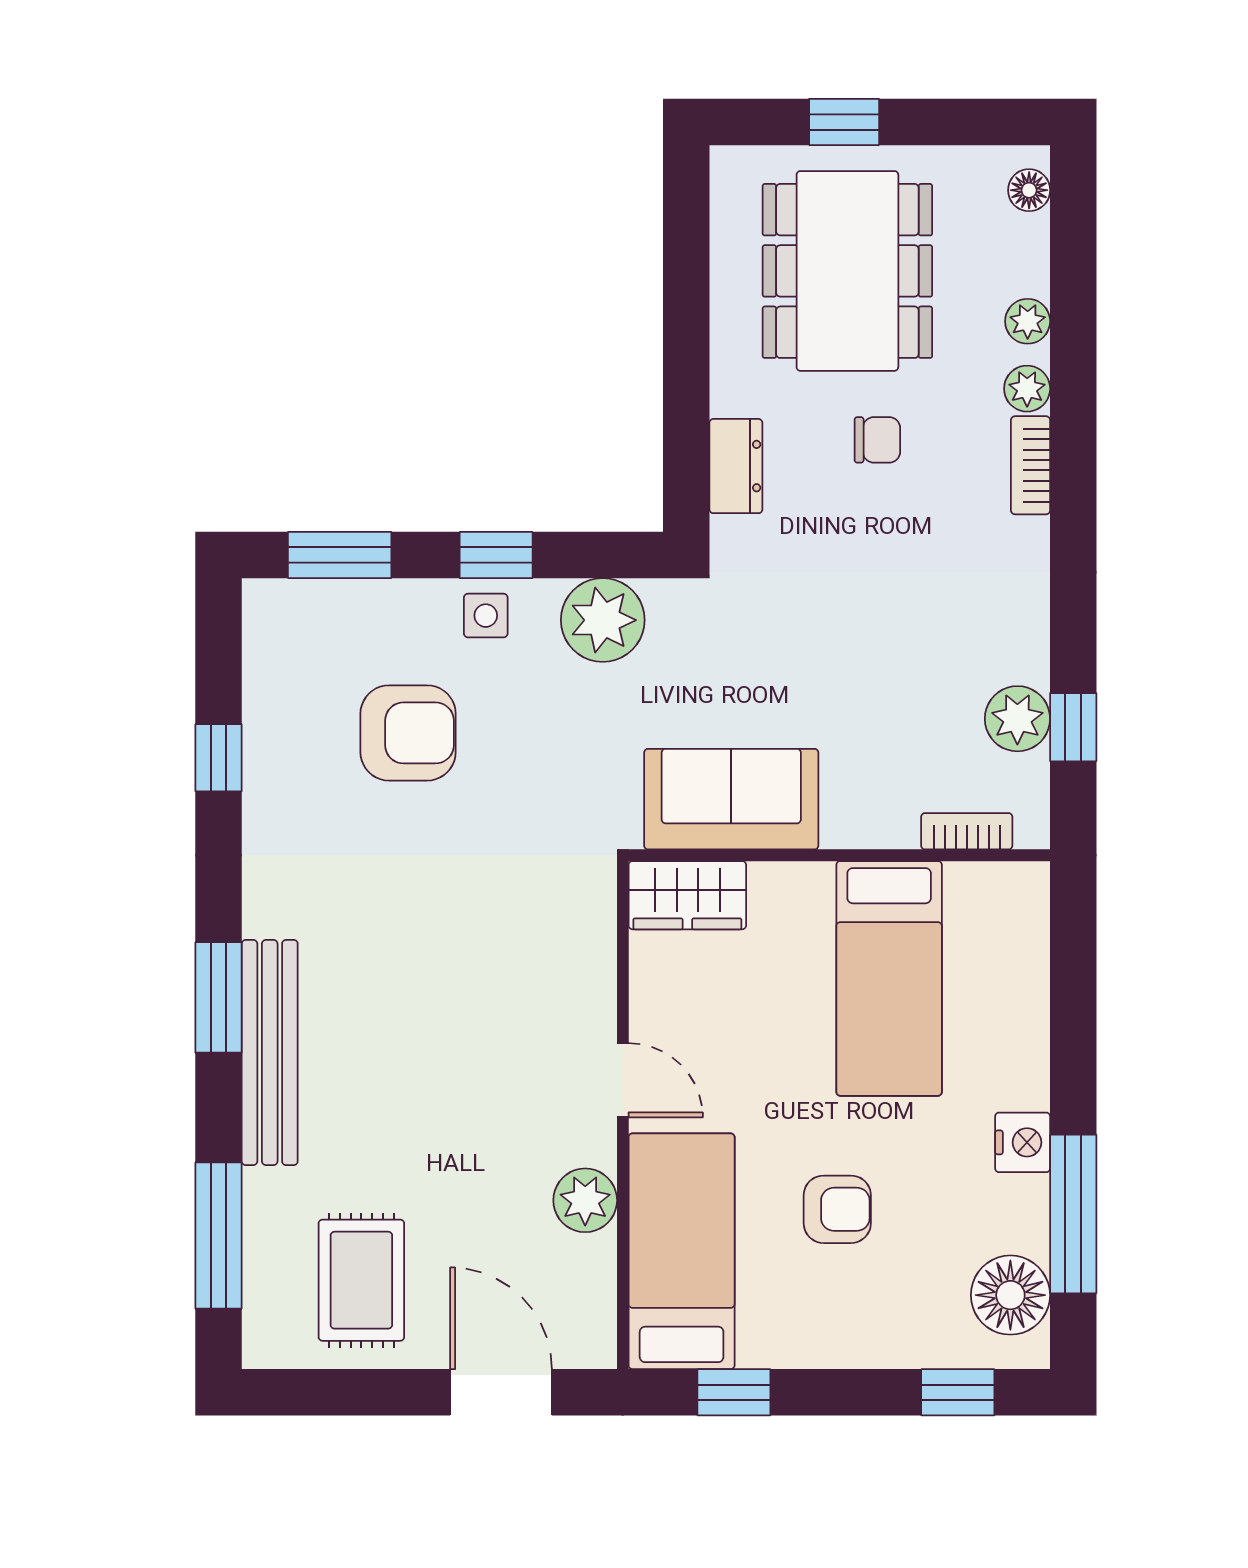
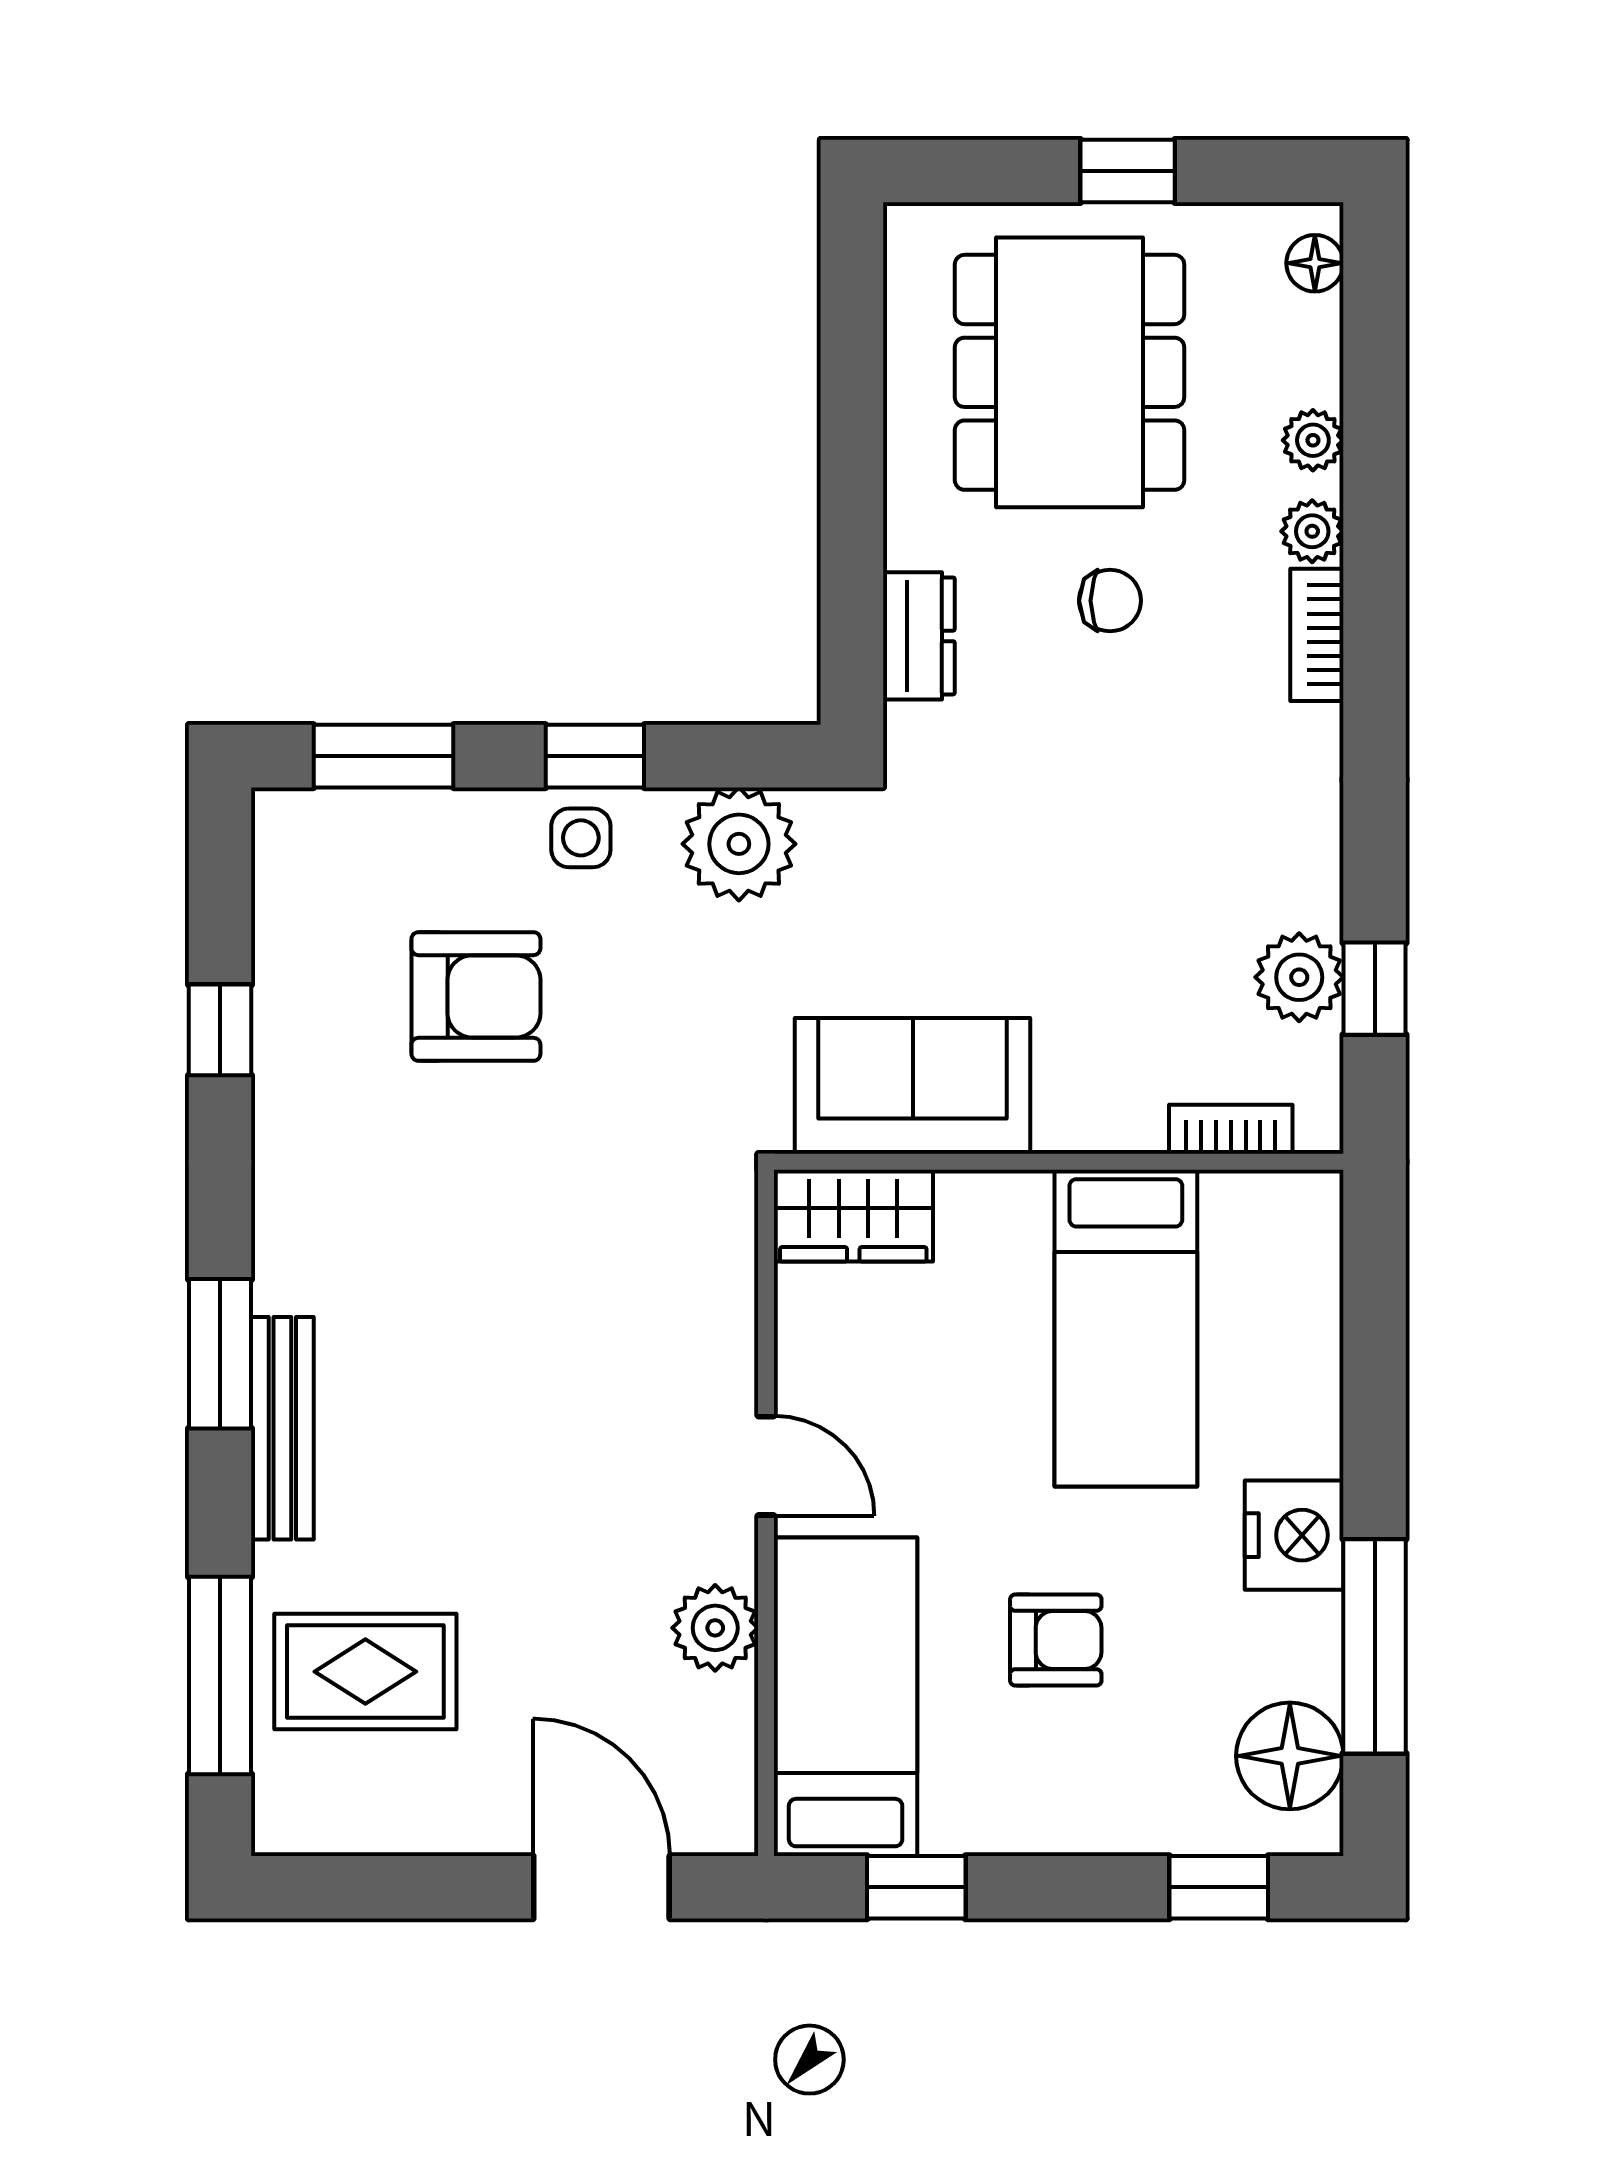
window: (844, 122) -> (1128, 171), moved
bench: (270, 1052) -> (282, 1428), width x0.73, depth x0.82
nightstand: (1023, 1142) -> (1294, 1535), width x1.36, depth x1.33
rug: (361, 1280) -> (365, 1672), moved, turned 90

